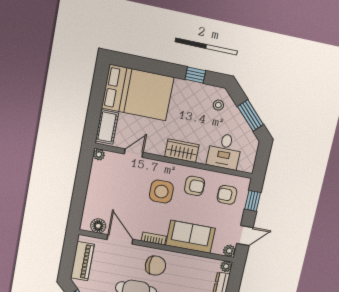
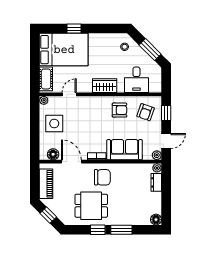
window: (195, 75) -> (74, 29), moved
side table: (161, 192) -> (54, 124), moved
armchair: (227, 195) -> (146, 112), turned -71

